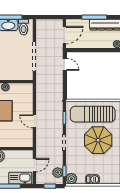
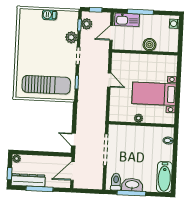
parasol: (98, 140) -> (42, 57), removed
plant: (71, 179) -> (71, 37), moved

